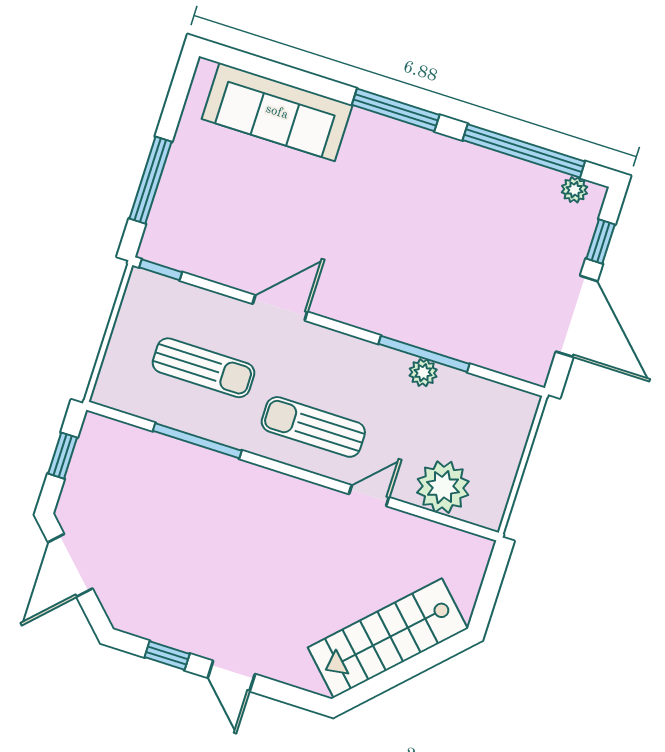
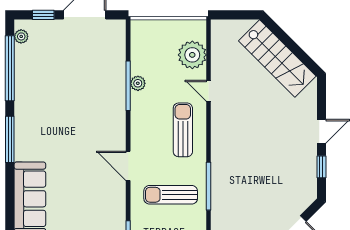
sun lounger: (203, 368) -> (171, 195), turned -90
sun lounger: (313, 427) -> (183, 130), turned 180

